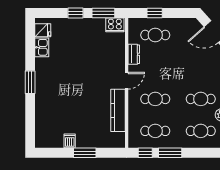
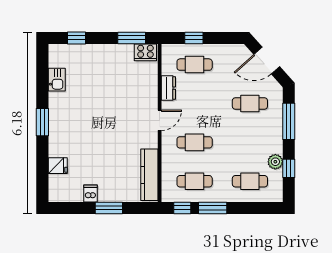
window: (75, 13) -> (77, 38), moved
fridge: (43, 30) -> (58, 166), moved
cafe table: (201, 99) -> (250, 103), moved
kitchen counter: (118, 110) -> (149, 175), moved

